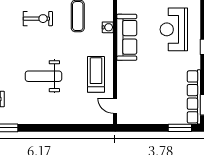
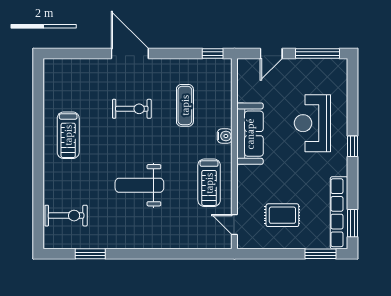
water cooler: (108, 27) -> (225, 136), moved
treadmill: (96, 74) -> (209, 183), turned 180
rug: (151, 99) -> (282, 215), added

